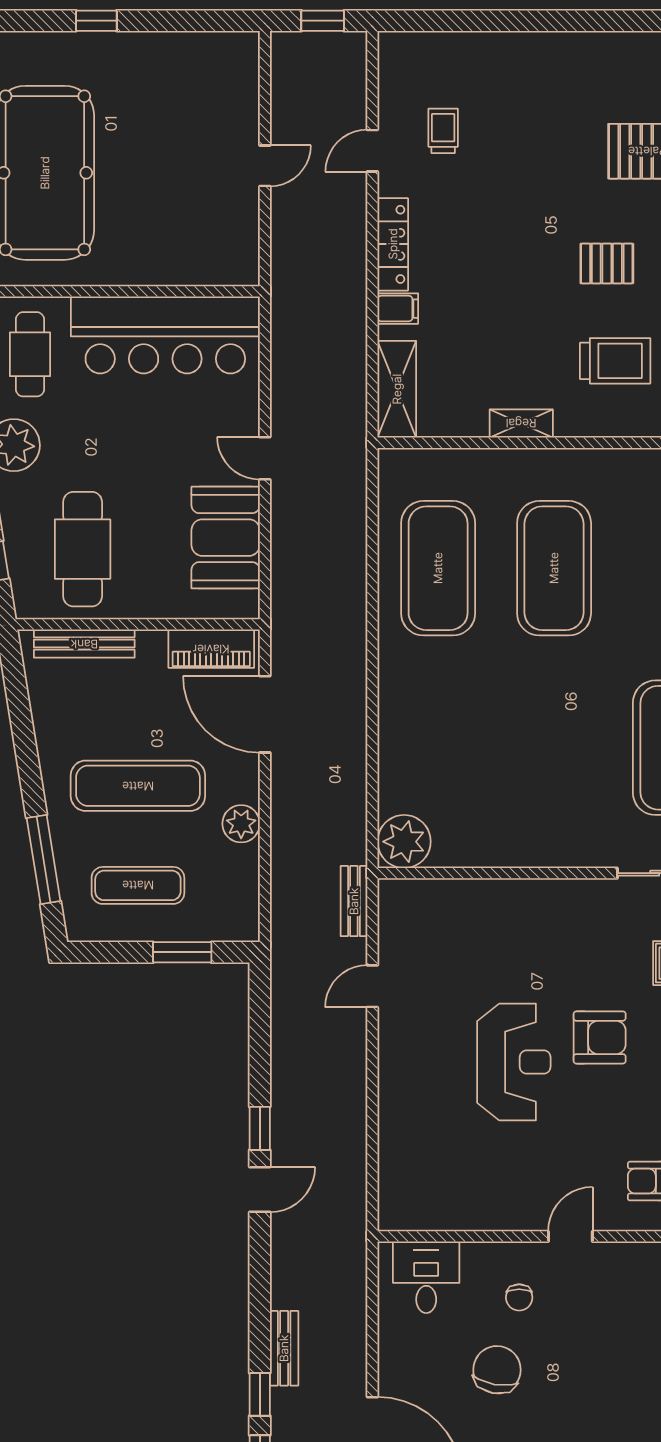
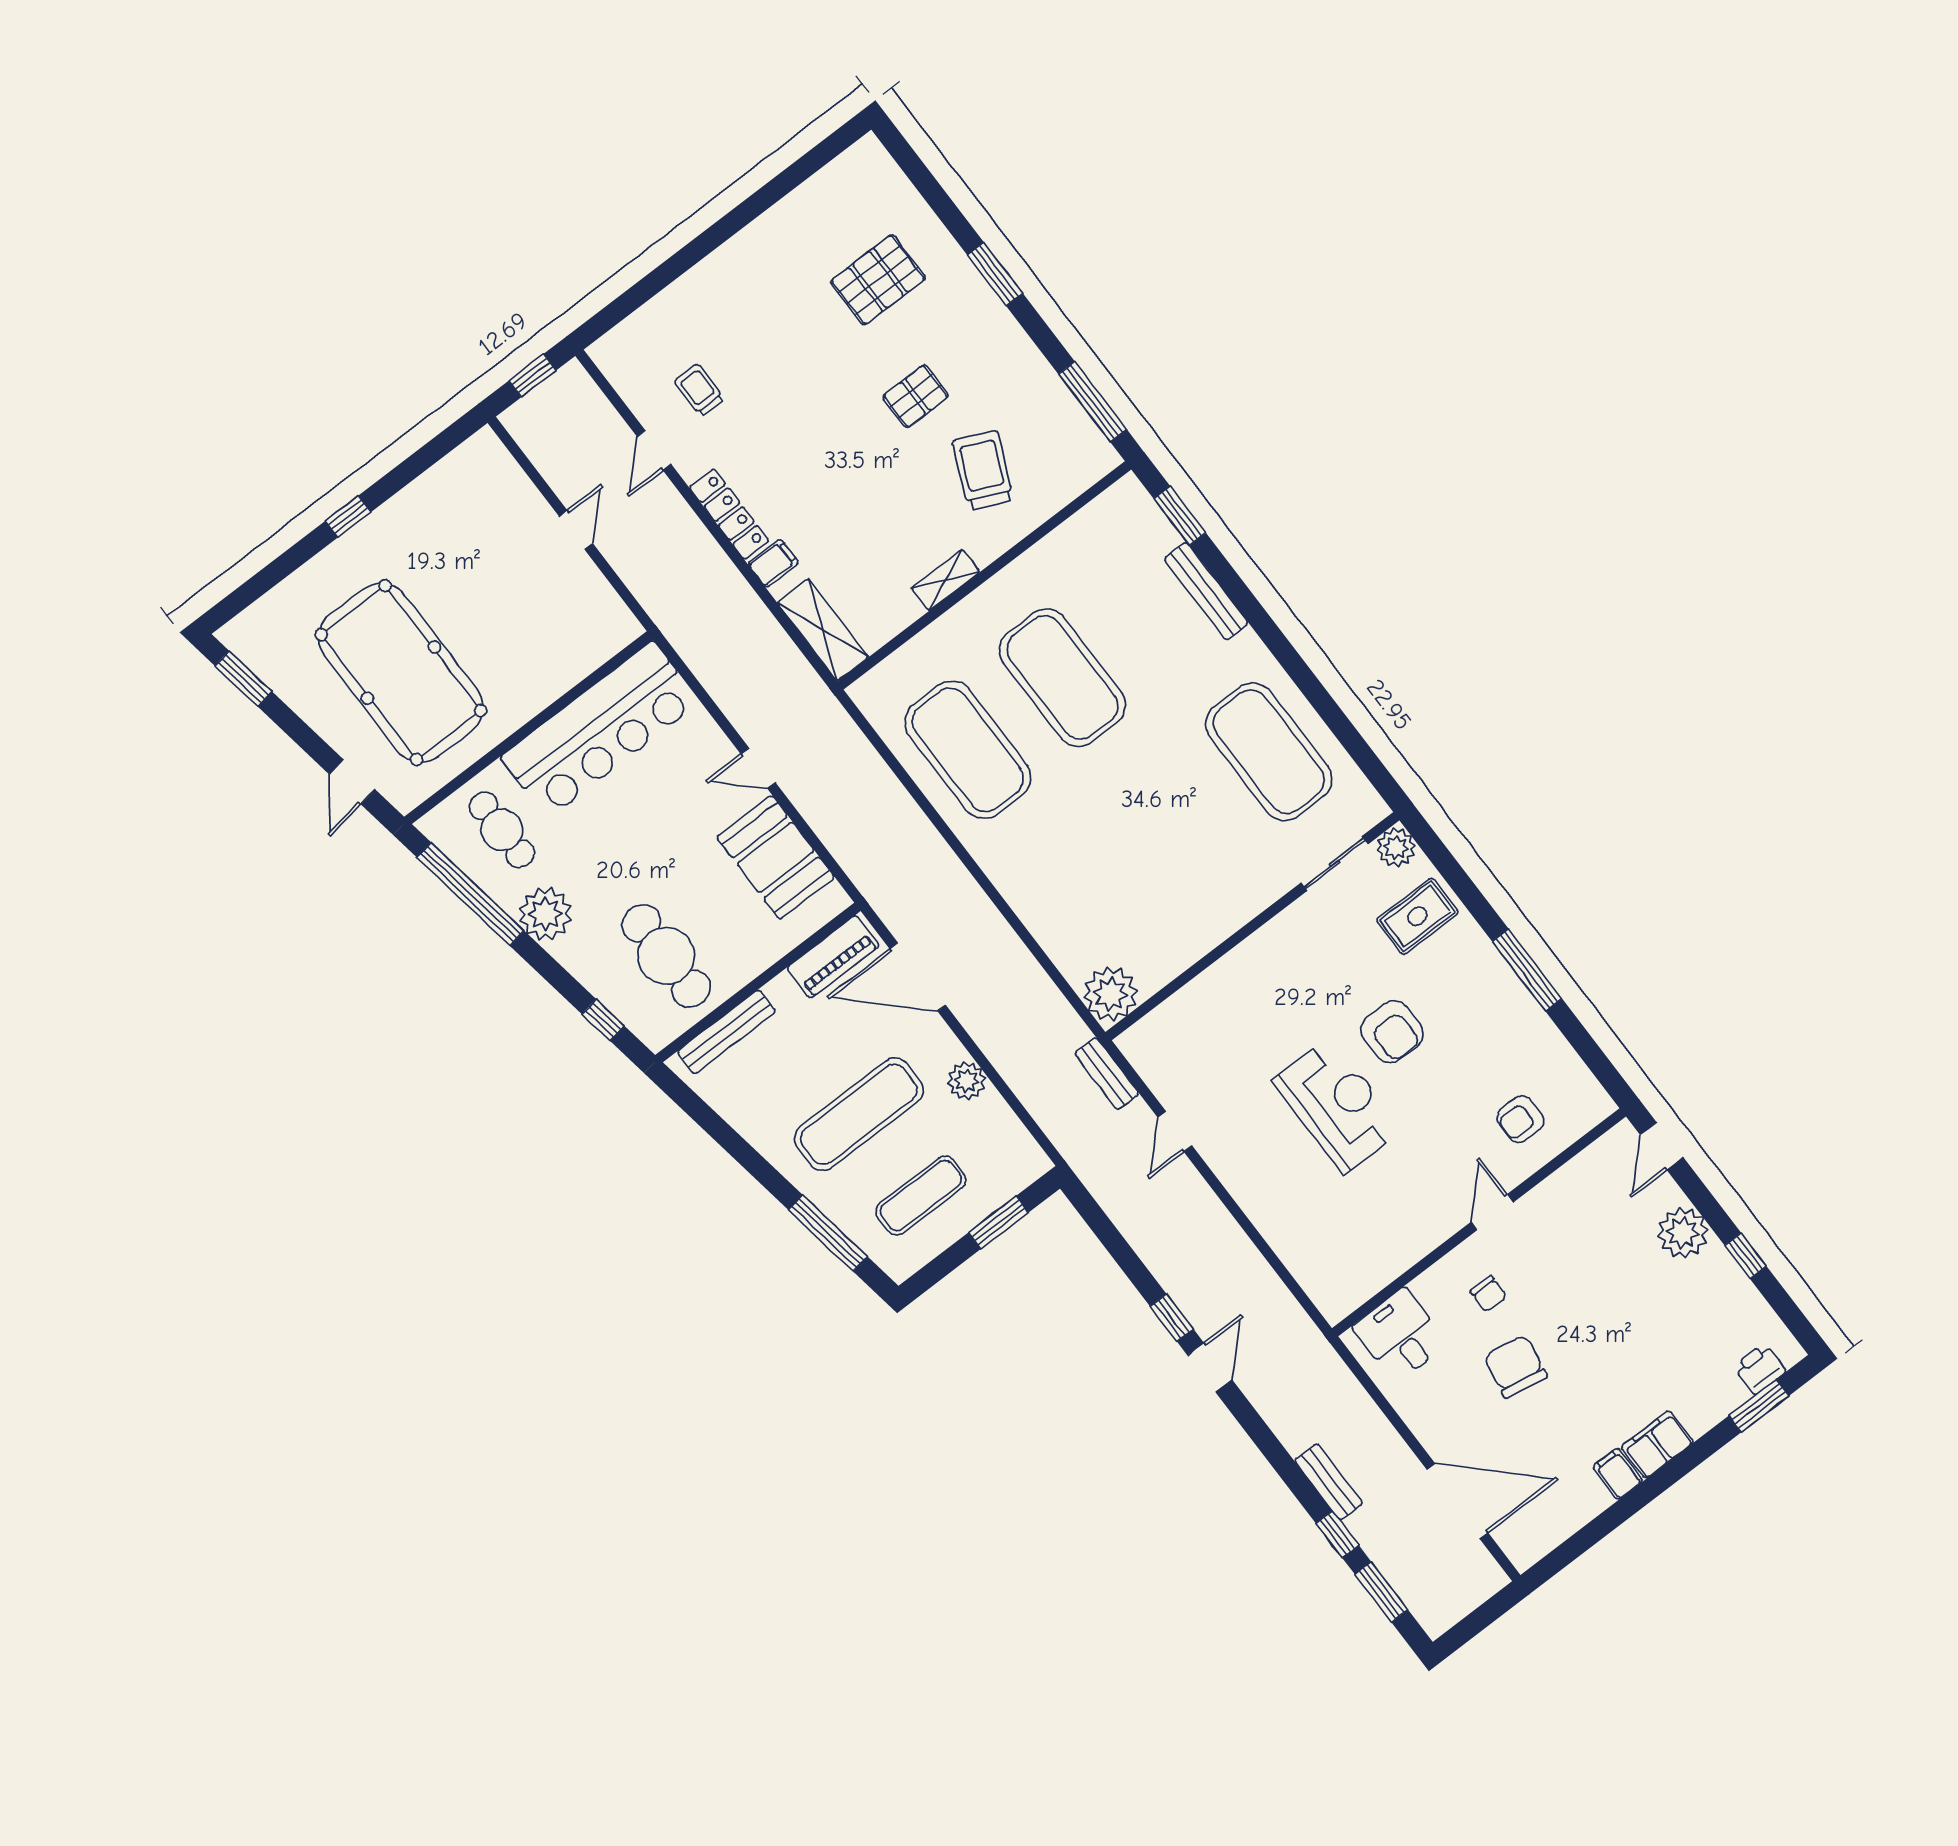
trolley: (615, 361) -> (983, 470), turned -66
armchair: (600, 1037) -> (1392, 1032), turned 90

